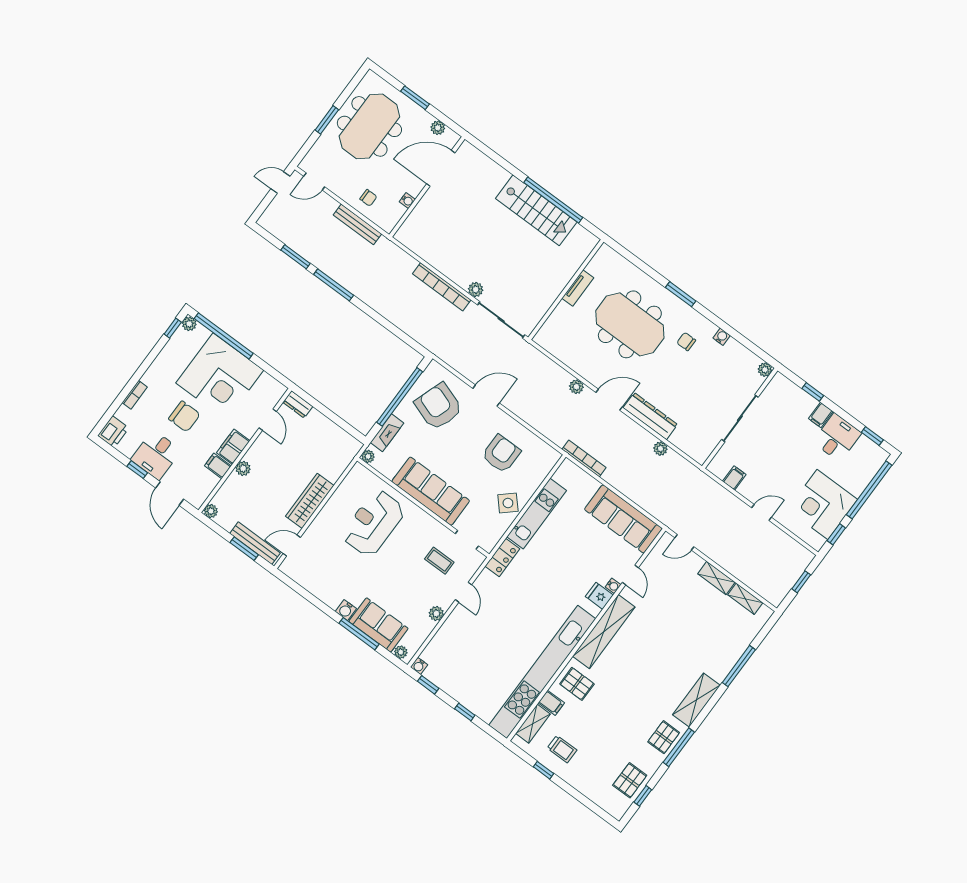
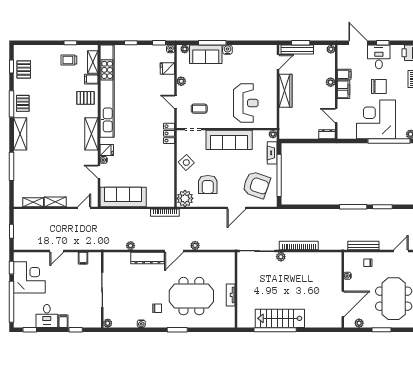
chair: (184, 417) -> (379, 86), turned 180
plant: (544, 458) -> (185, 198), added
kitchen unit: (537, 514) -> (168, 168), removed
shelving: (604, 632) -> (91, 134), width x0.68
fridge: (442, 643) -> (167, 68), added

